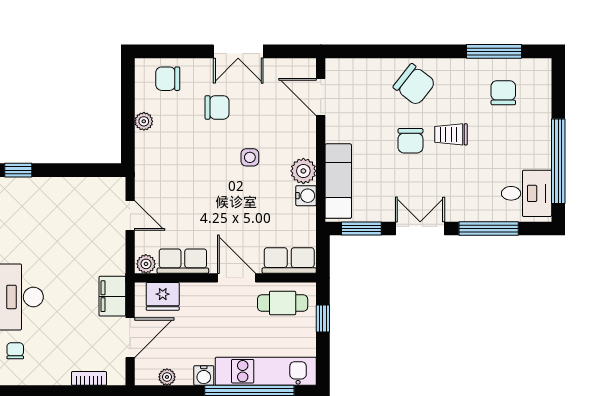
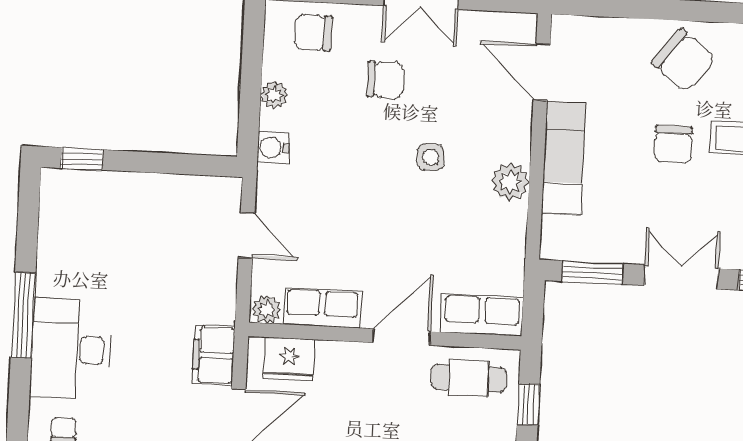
exam couch: (338, 181) -> (564, 158), moved
water cooler: (306, 196) -> (273, 148), moved, turned 180
door: (236, 278) -> (401, 337), hinge flipped

